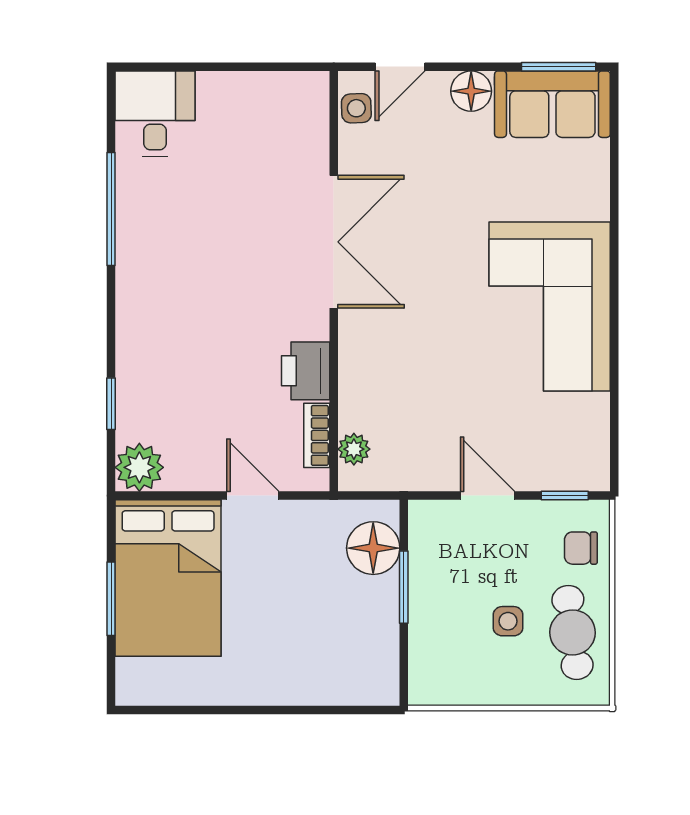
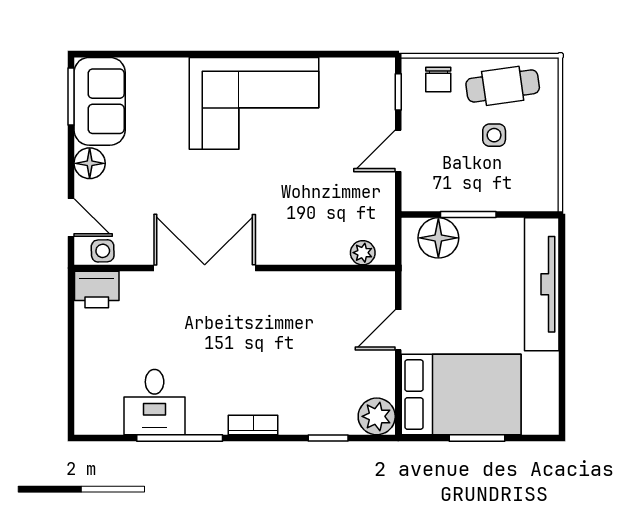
desk: (155, 114) -> (155, 402), moved, turned -90
printer: (306, 371) -> (97, 290), moved
bookcase: (317, 435) -> (253, 425), moved, turned 180
tv unit: (313, 684) -> (542, 284), added

